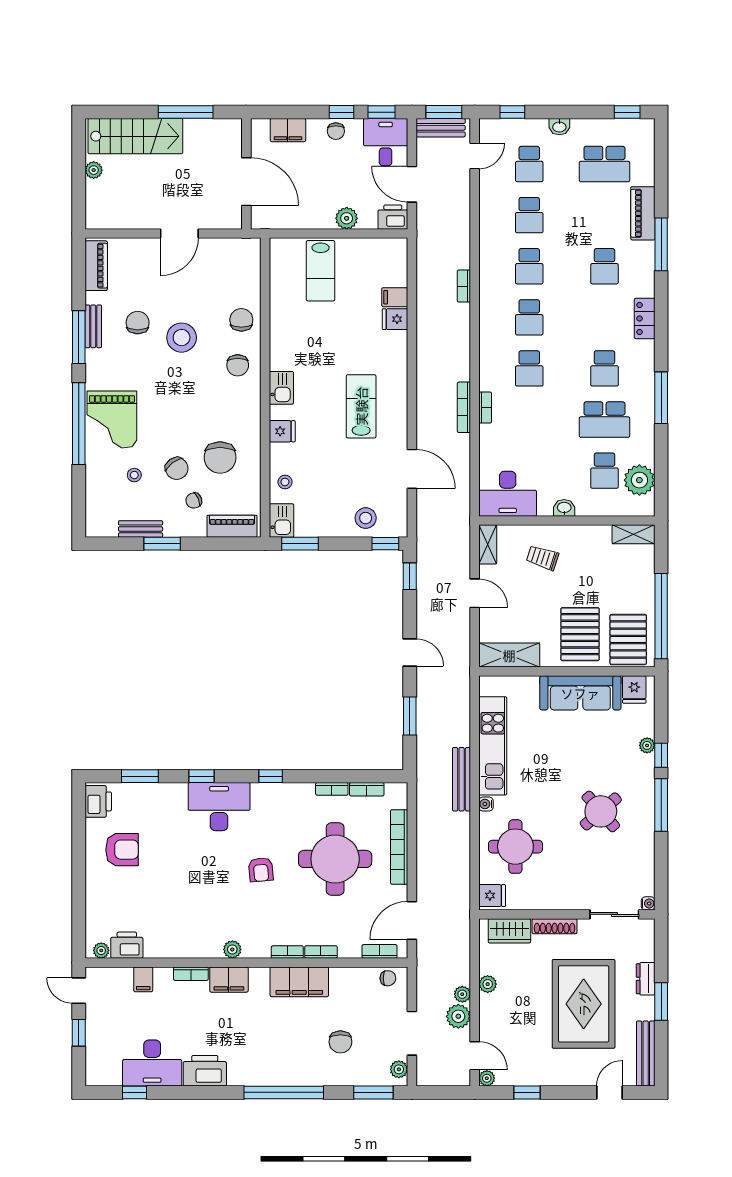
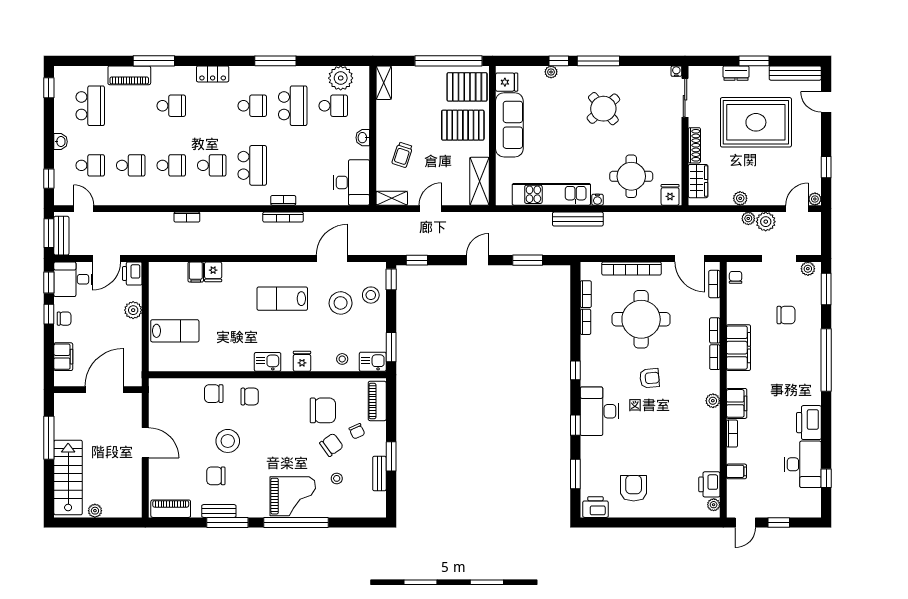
school desk: (529, 368) -> (252, 165), width x1.85
stool: (356, 480) -> (341, 303), added

